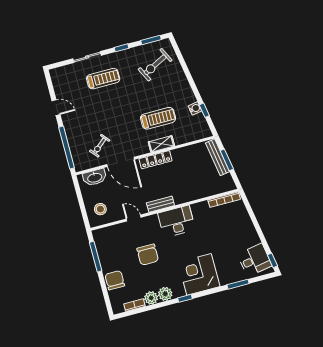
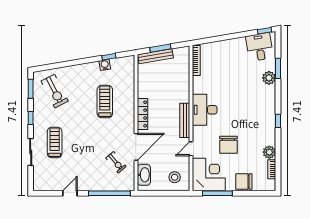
shelving: (161, 144) -> (129, 105), removed
bench: (160, 204) -> (185, 120), width x1.36
chair: (148, 255) -> (228, 145), turned 90
corner desk: (199, 274) -> (209, 175), moved, turned 180
plant: (165, 294) -> (269, 78), moved

